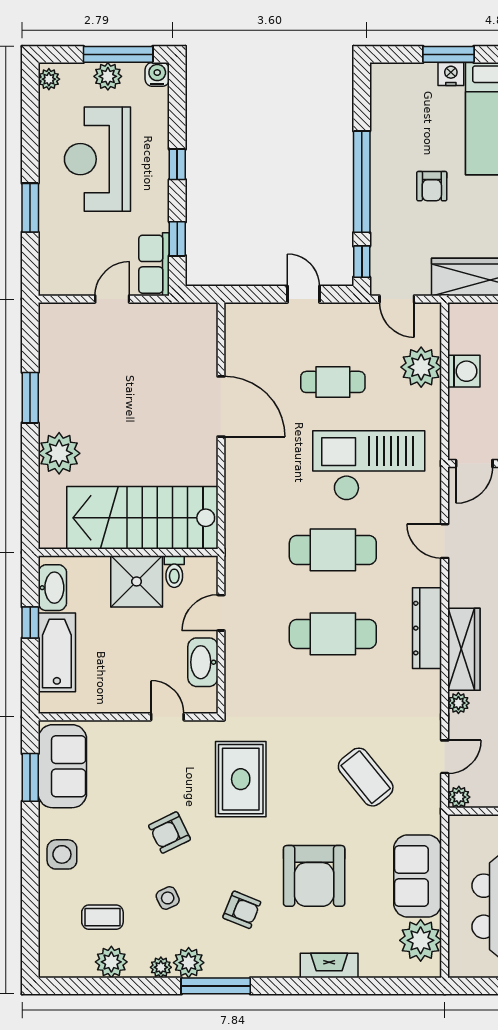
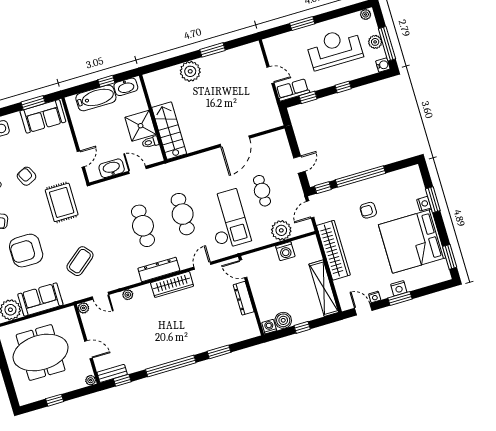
stairs: (142, 518) -> (169, 131), width x0.73, depth x0.66
wardrobe: (464, 649) -> (172, 284), moved
rug: (241, 779) -> (62, 202), turned 90

